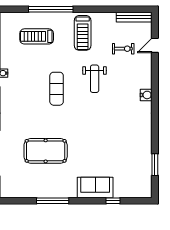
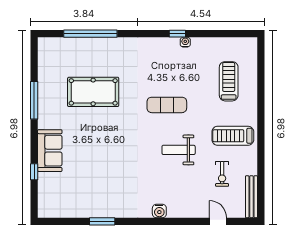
window: (51, 9) -> (261, 98), removed
exercise bike: (123, 49) -> (222, 174), moved
pool table: (46, 151) -> (93, 92), turned 90
window: (155, 165) -> (102, 221), moved

